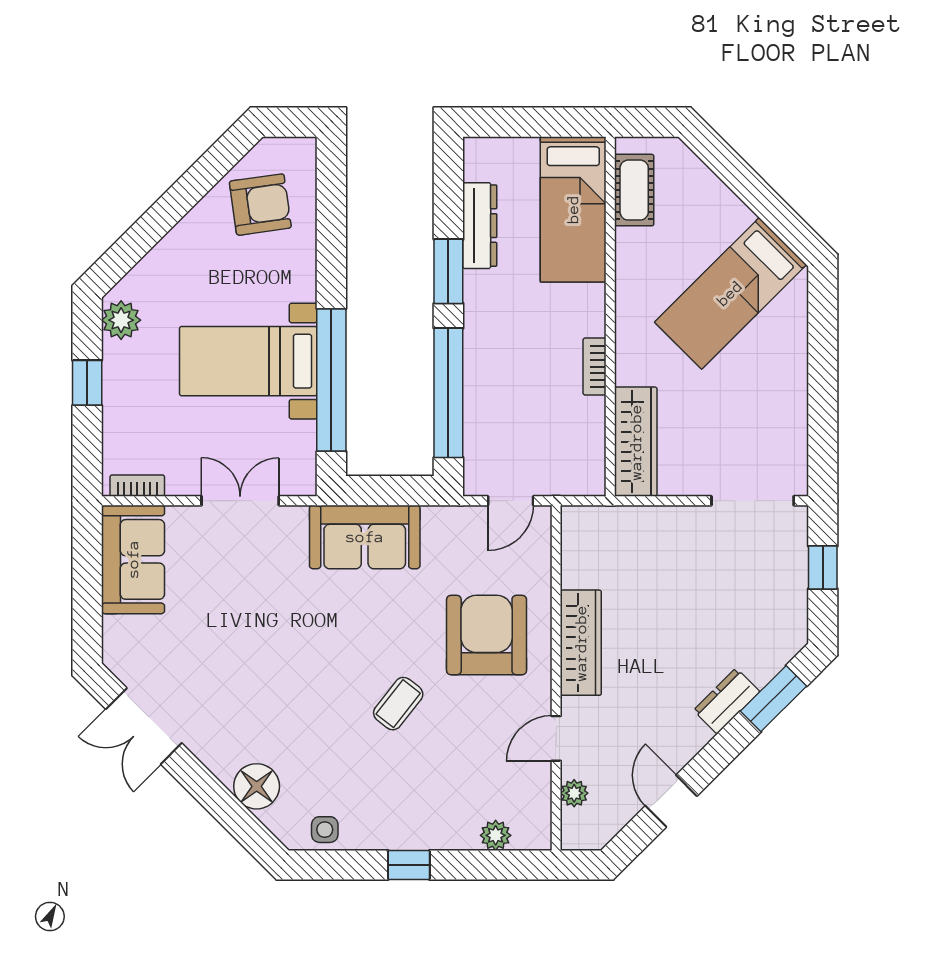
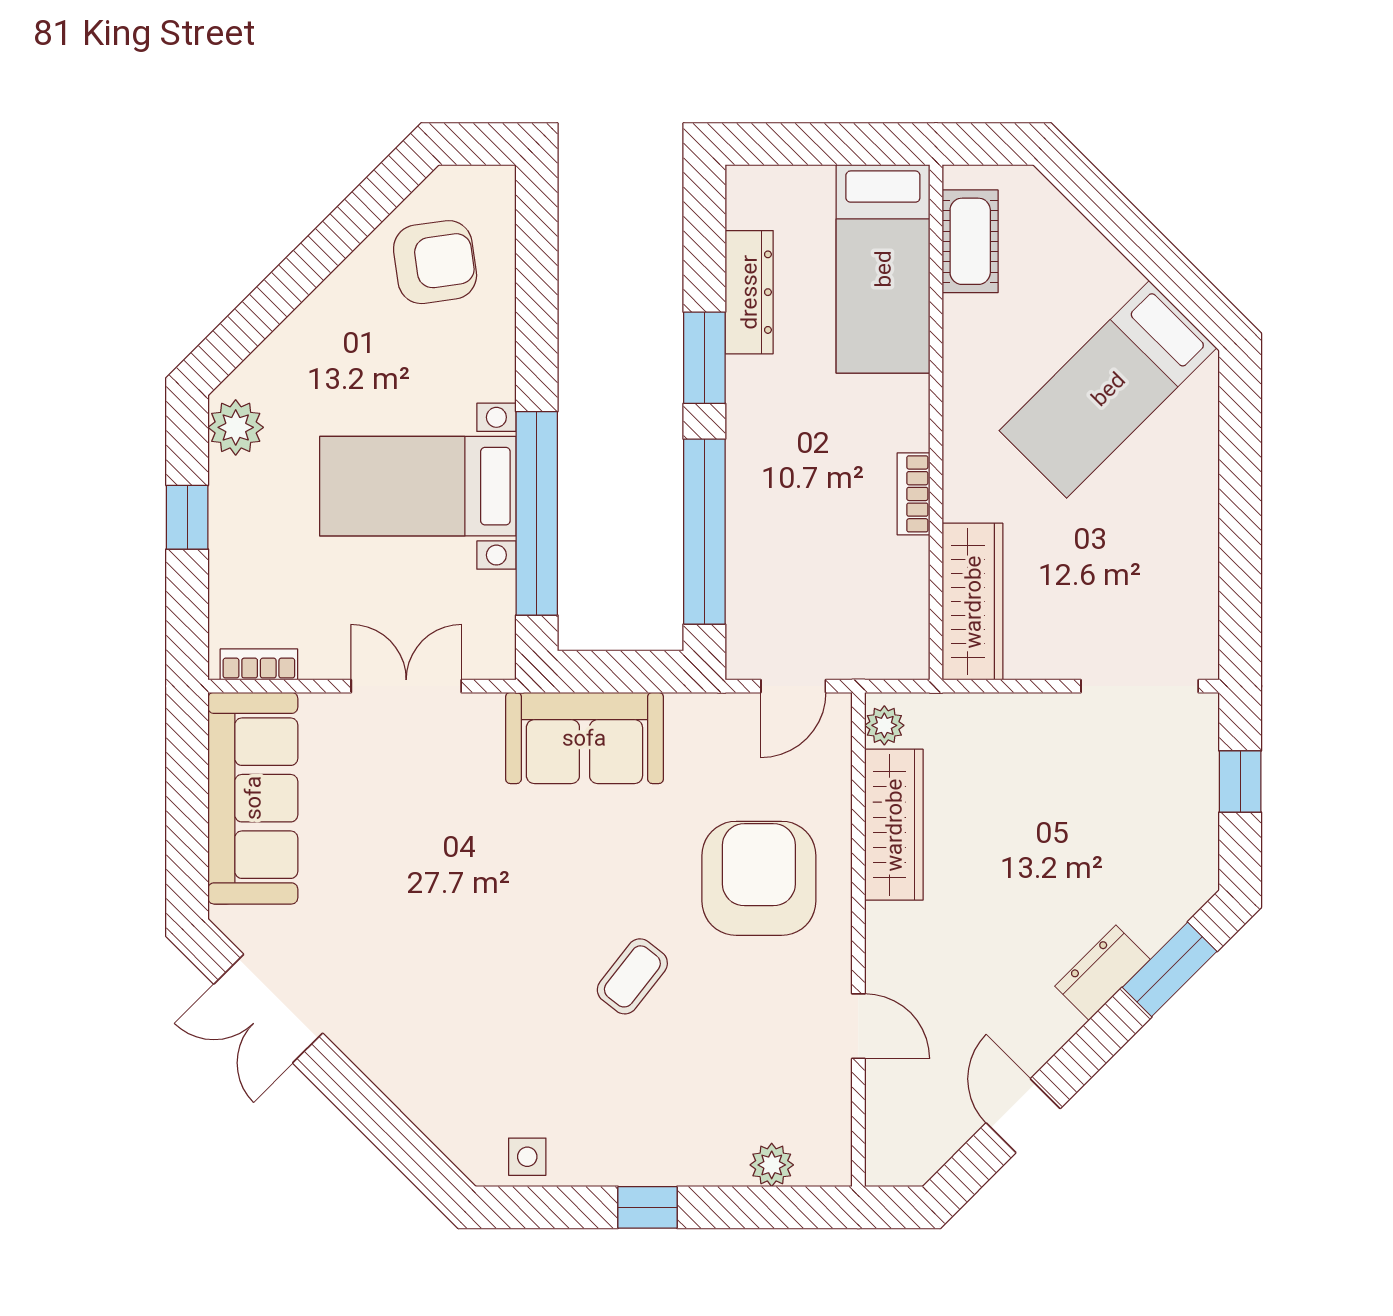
sofa: (133, 559) -> (253, 798), width x1.36
wardrobe: (581, 643) -> (894, 825), moved
door: (556, 738) -> (858, 1026), swing flipped
floor lamp: (257, 786) -> (430, 1095), removed
plant: (574, 793) -> (884, 725), moved

